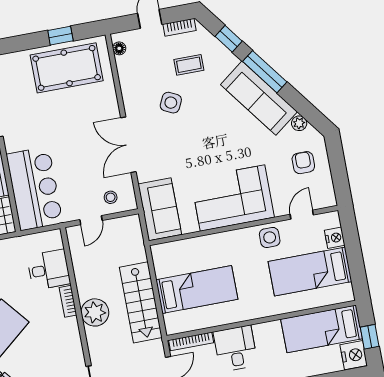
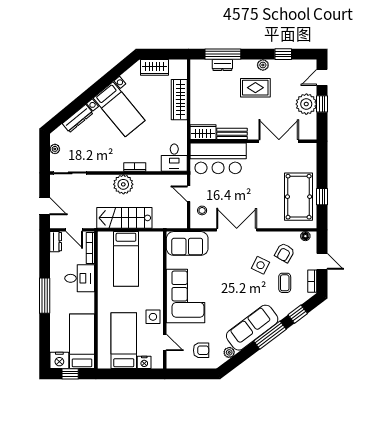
armchair: (147, 73) -> (285, 253), added
desk: (49, 270) -> (174, 158), moved

